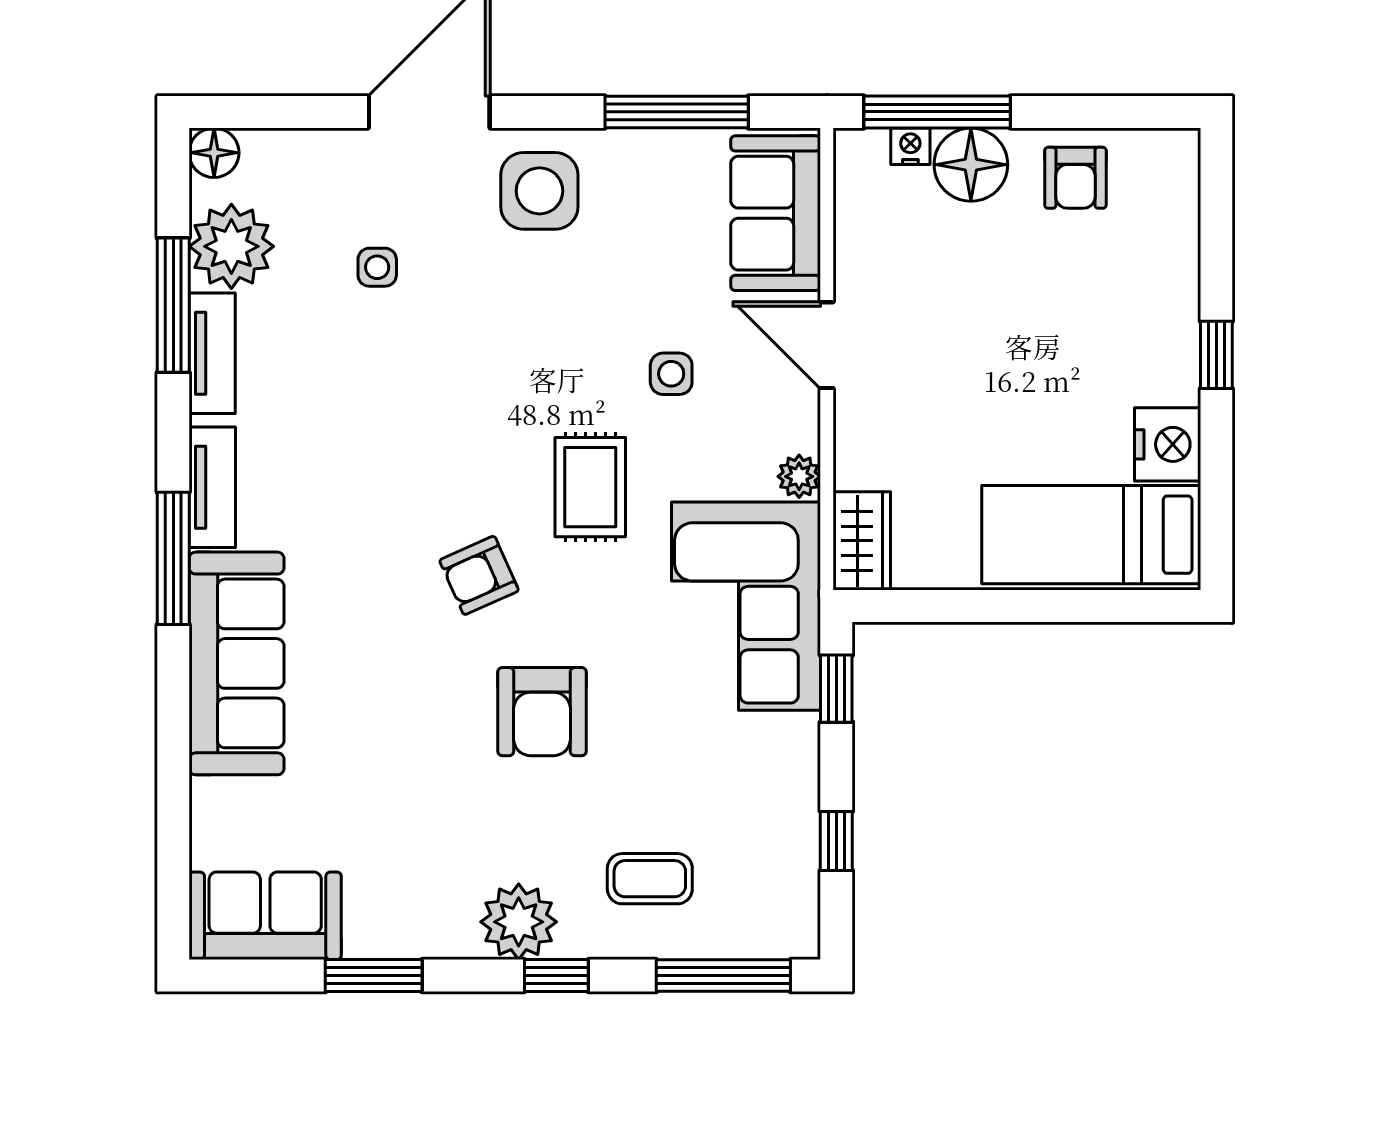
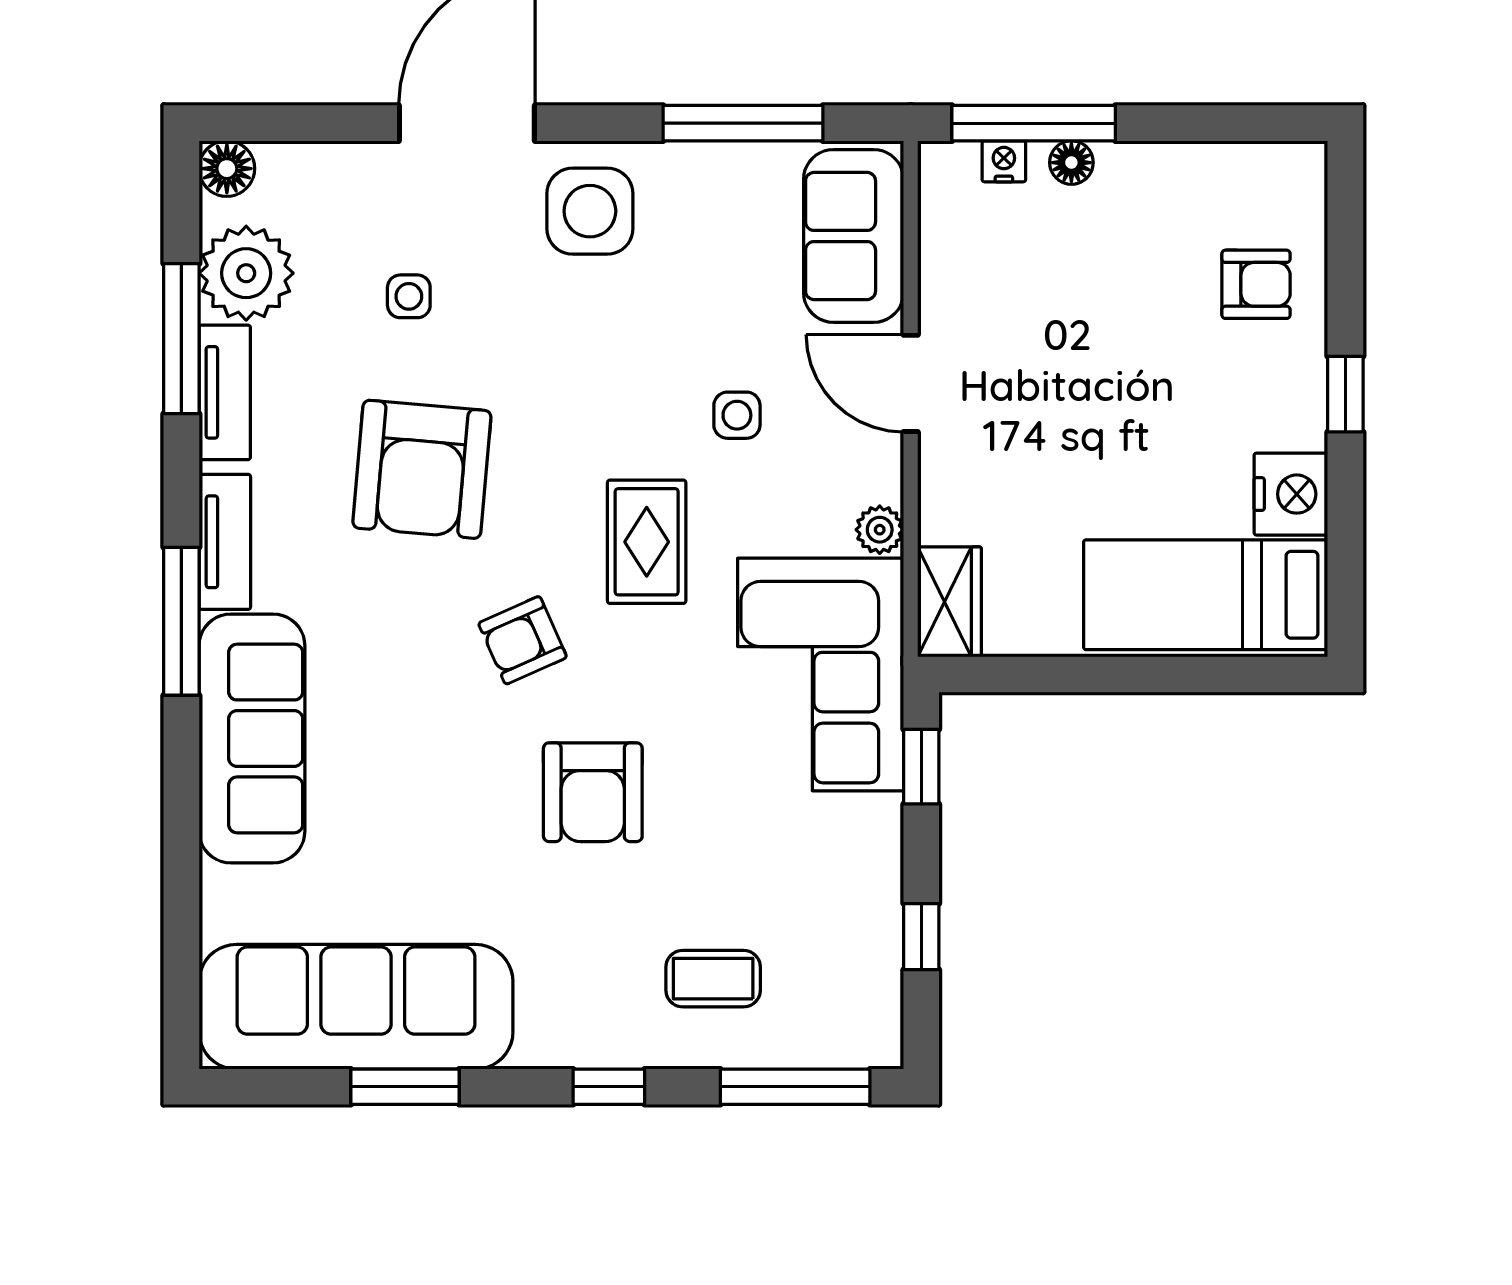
floor lamp: (971, 165) -> (1071, 163), width x0.53, depth x0.53
armchair: (1075, 178) -> (1256, 284), moved, turned -90
armchair: (389, 422) -> (422, 469), added
sofa: (265, 916) -> (356, 1007), width x1.85, depth x1.27
plant: (519, 922) -> (567, 1027), removed

